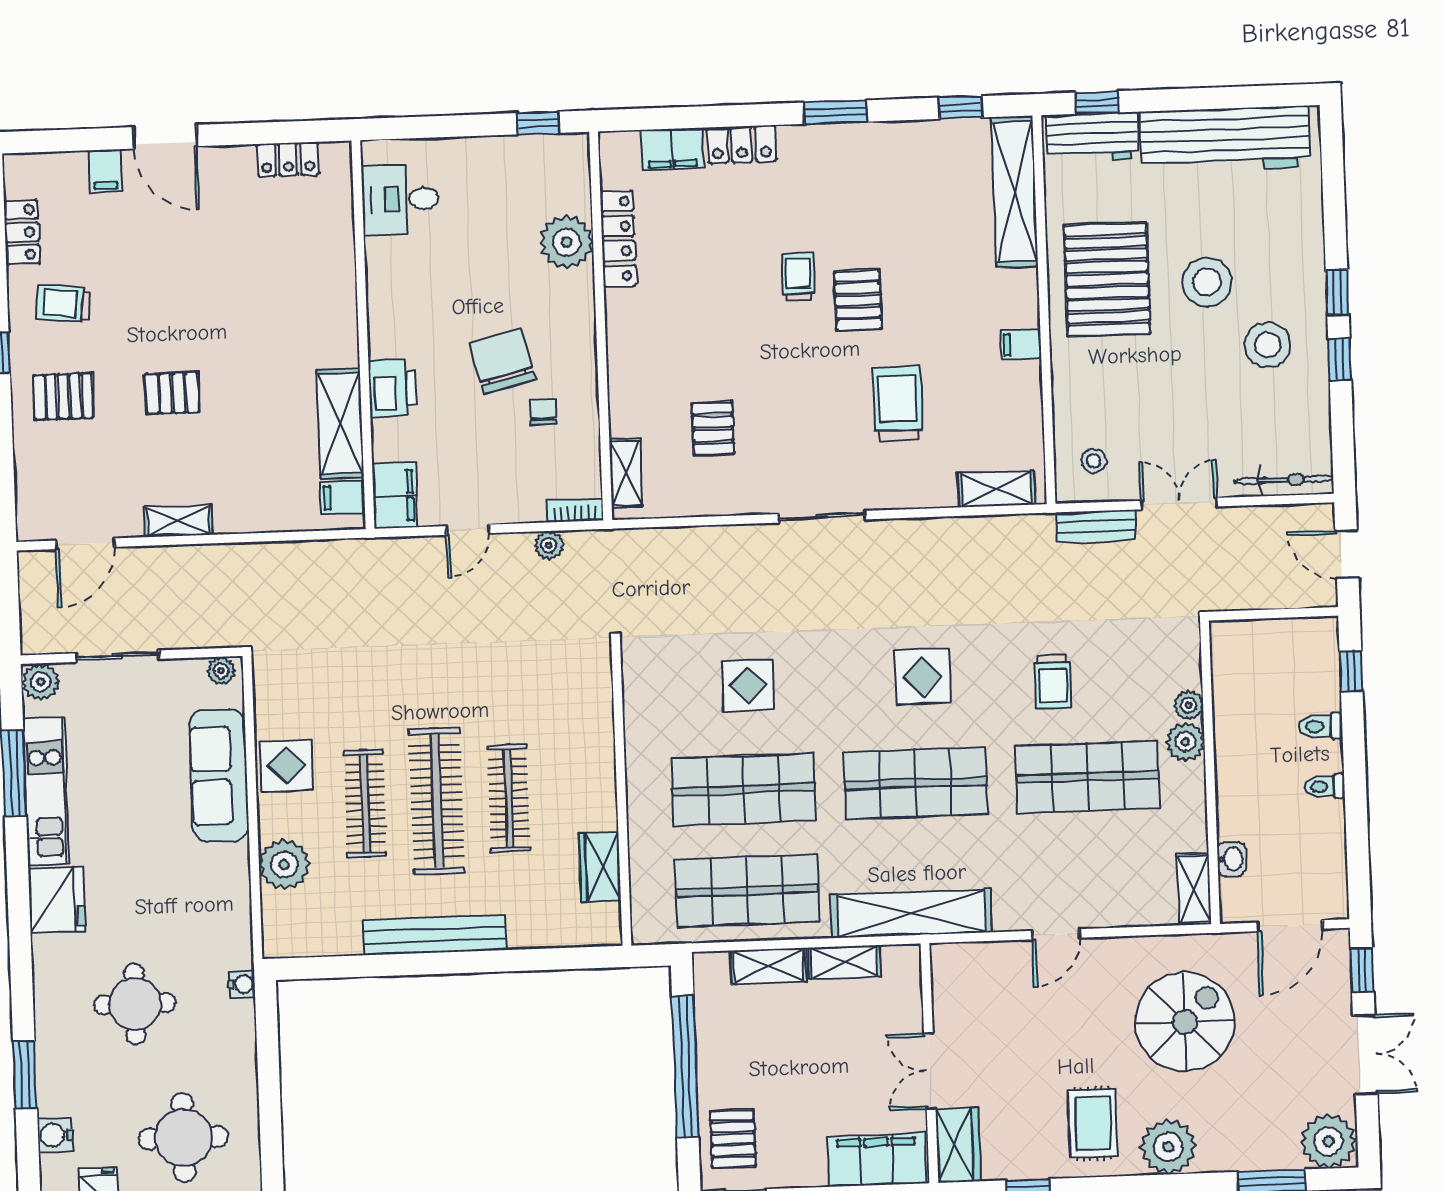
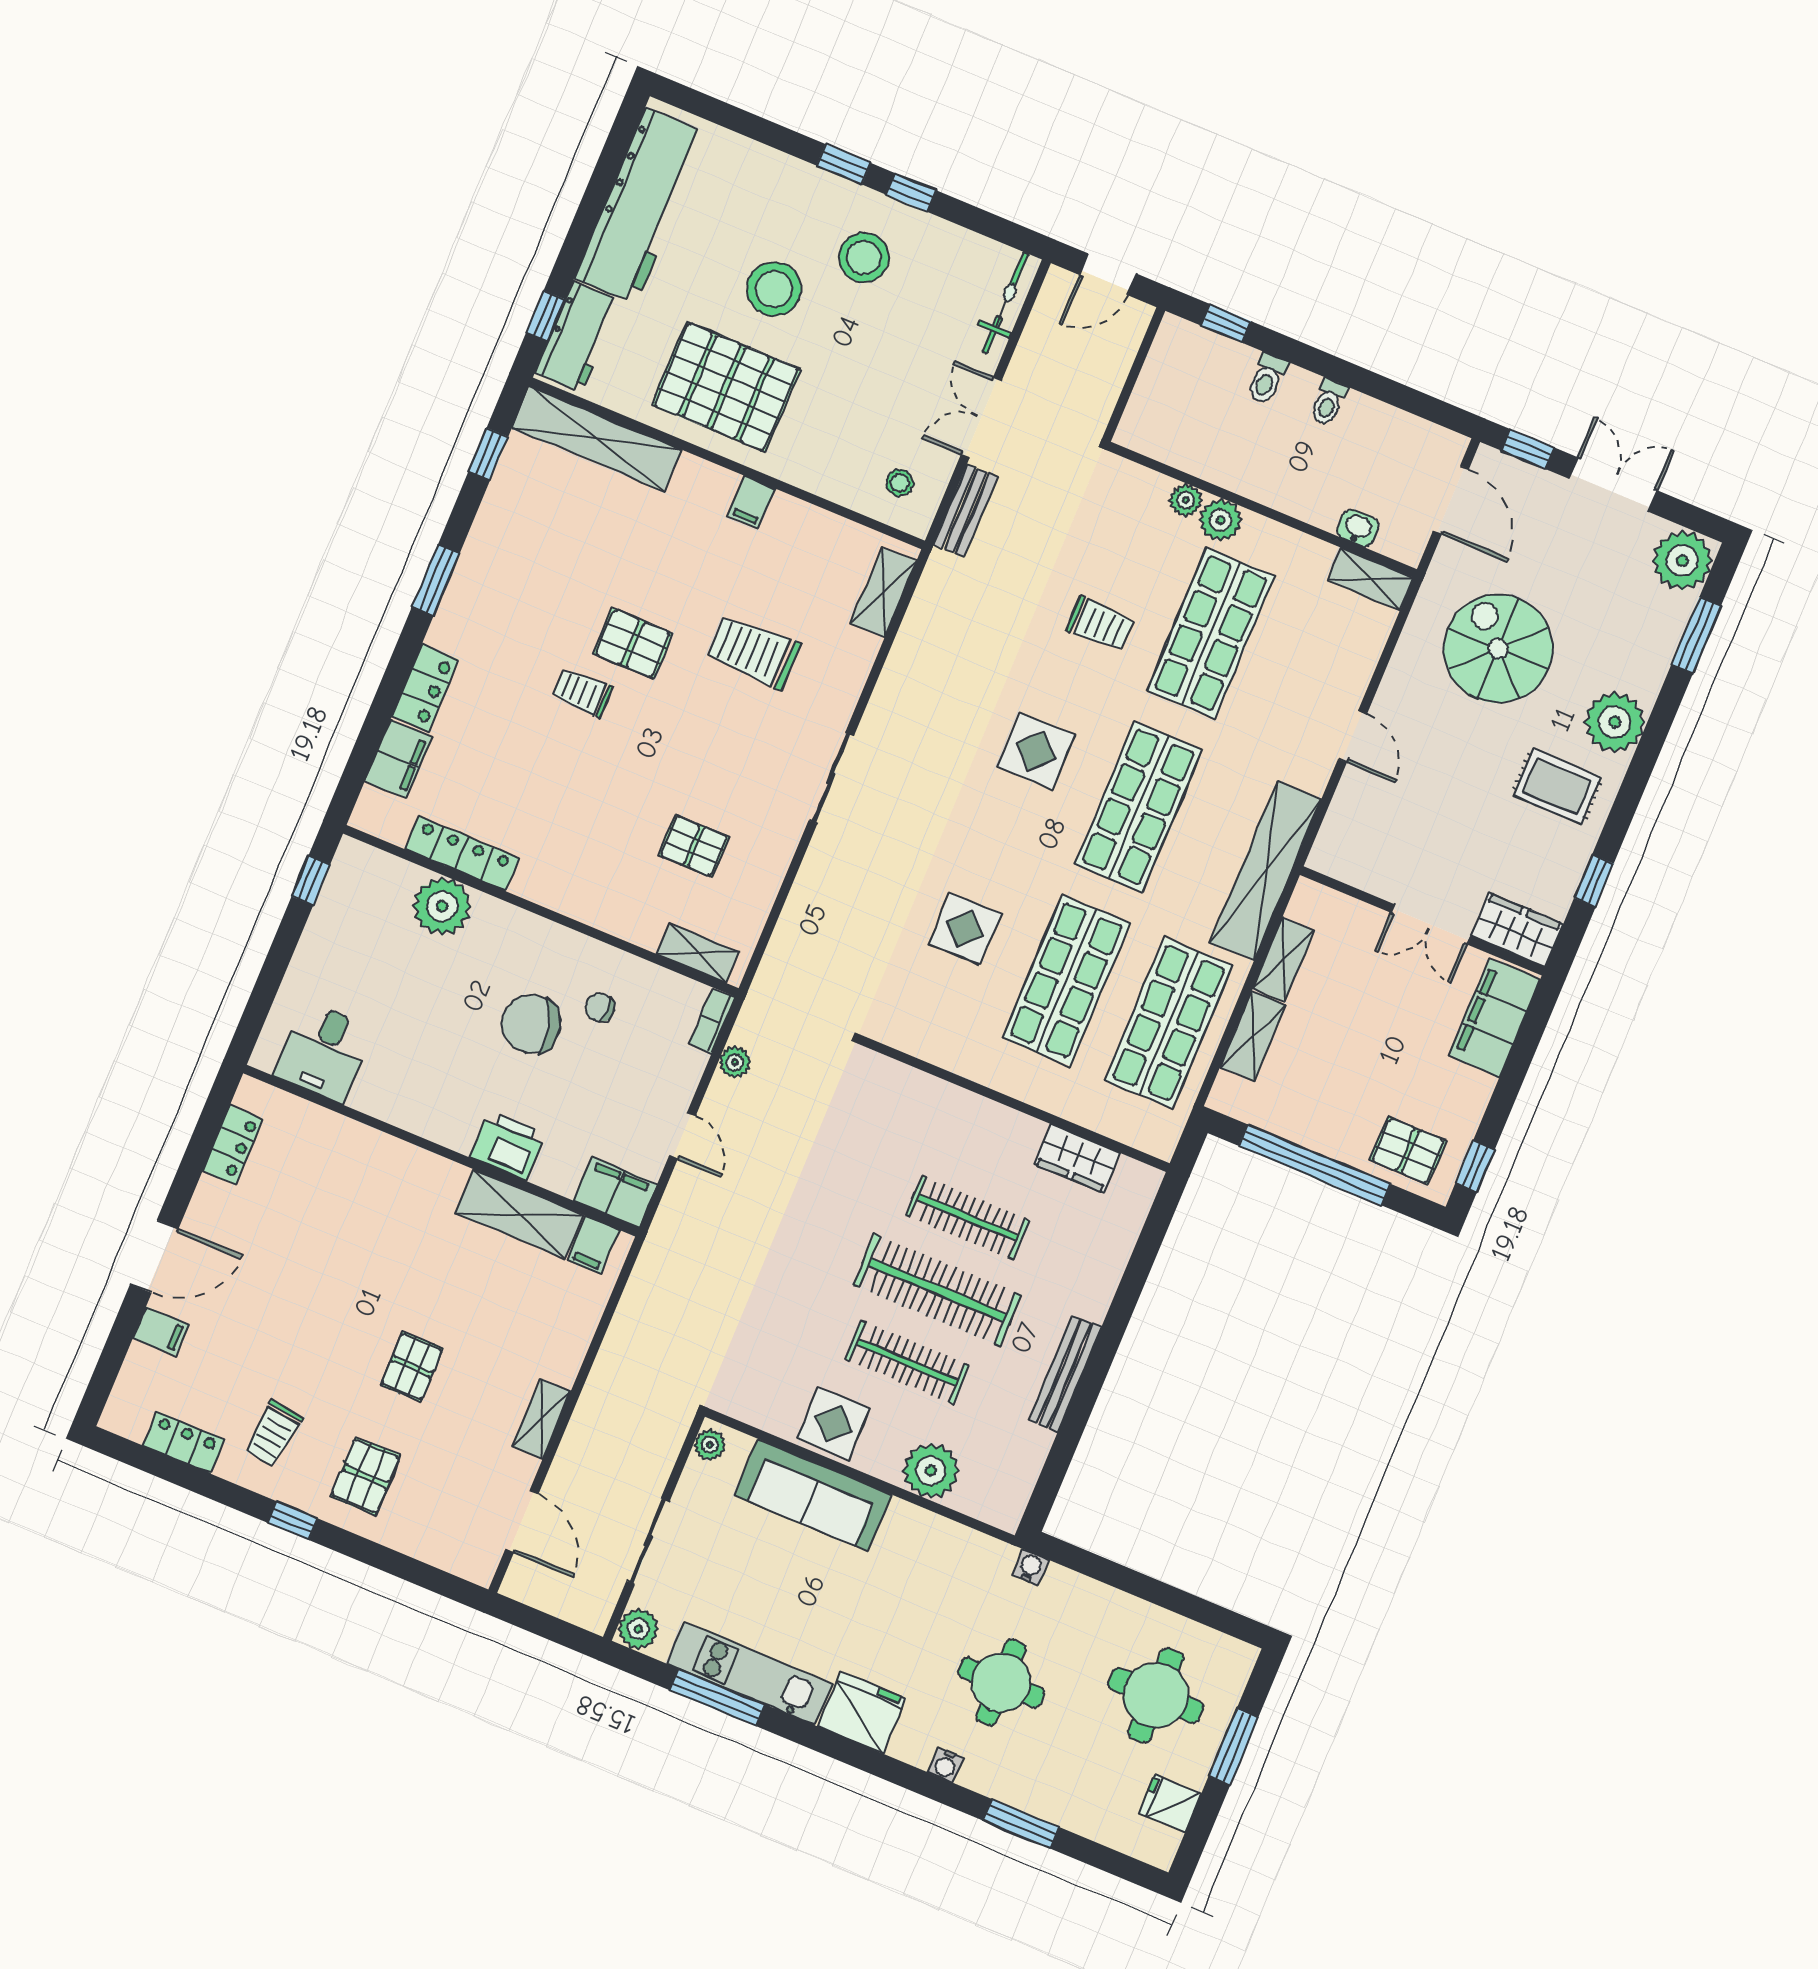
bench: (435, 935) -> (1065, 1374), width x0.73, depth x0.82
water cooler: (55, 1135) -> (946, 1765), moved, width x0.72, depth x0.72

